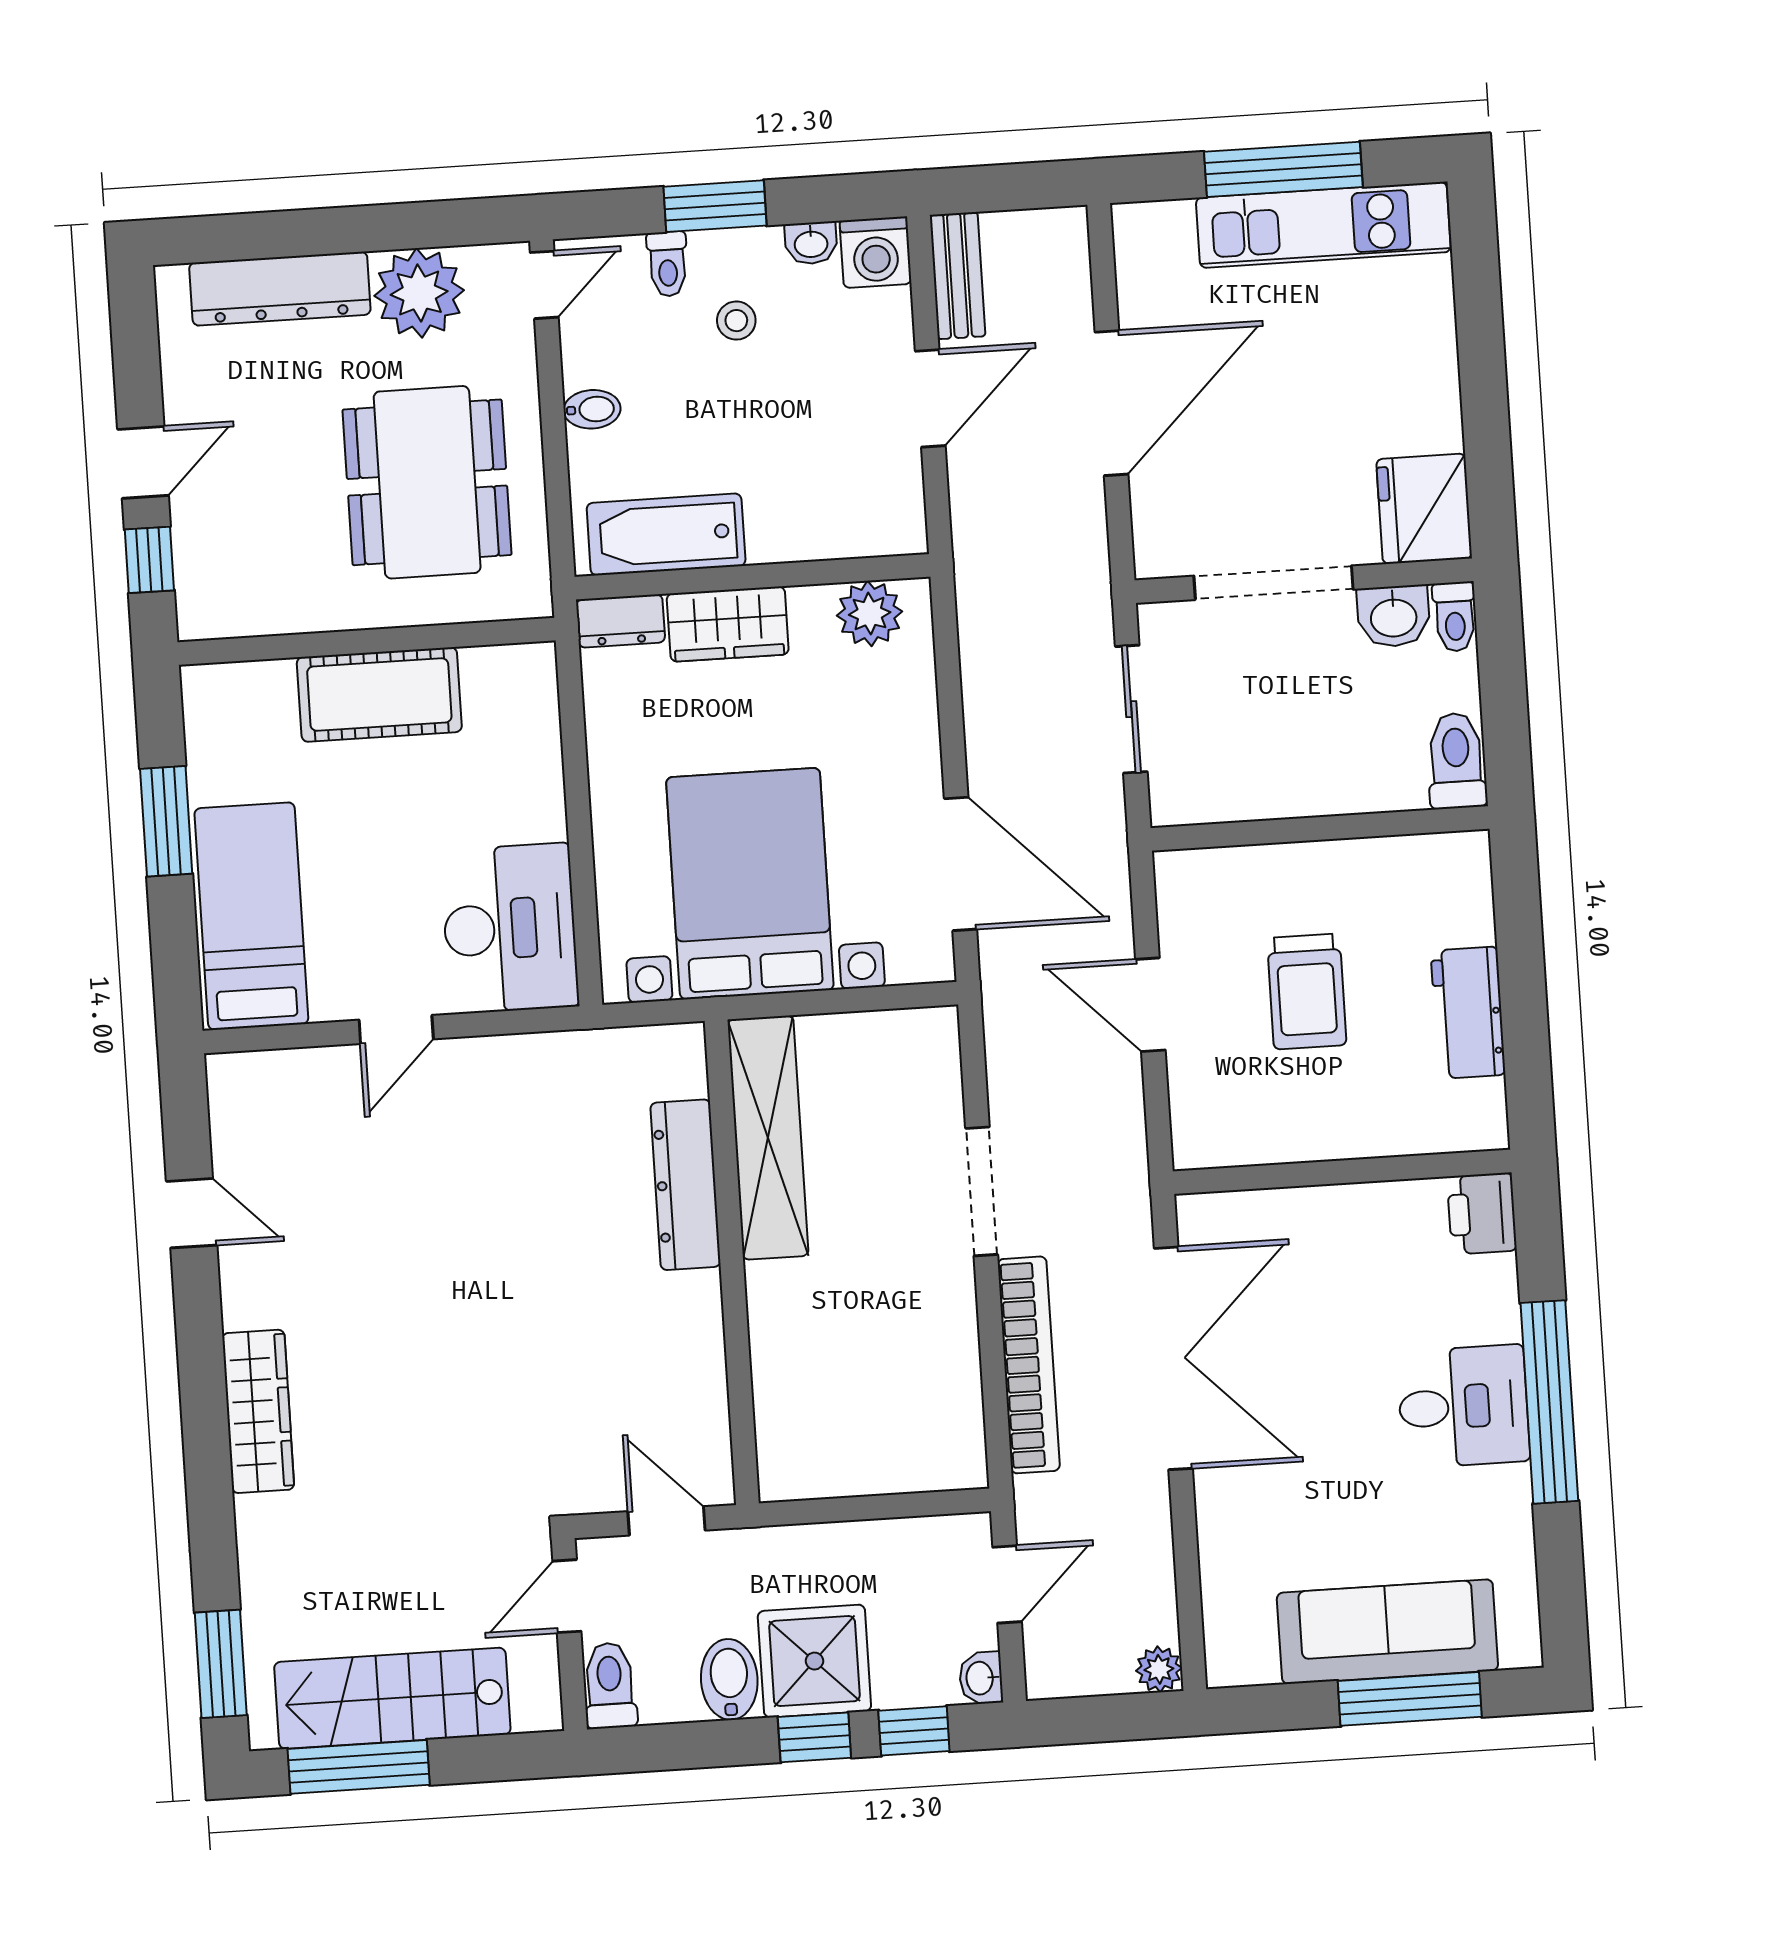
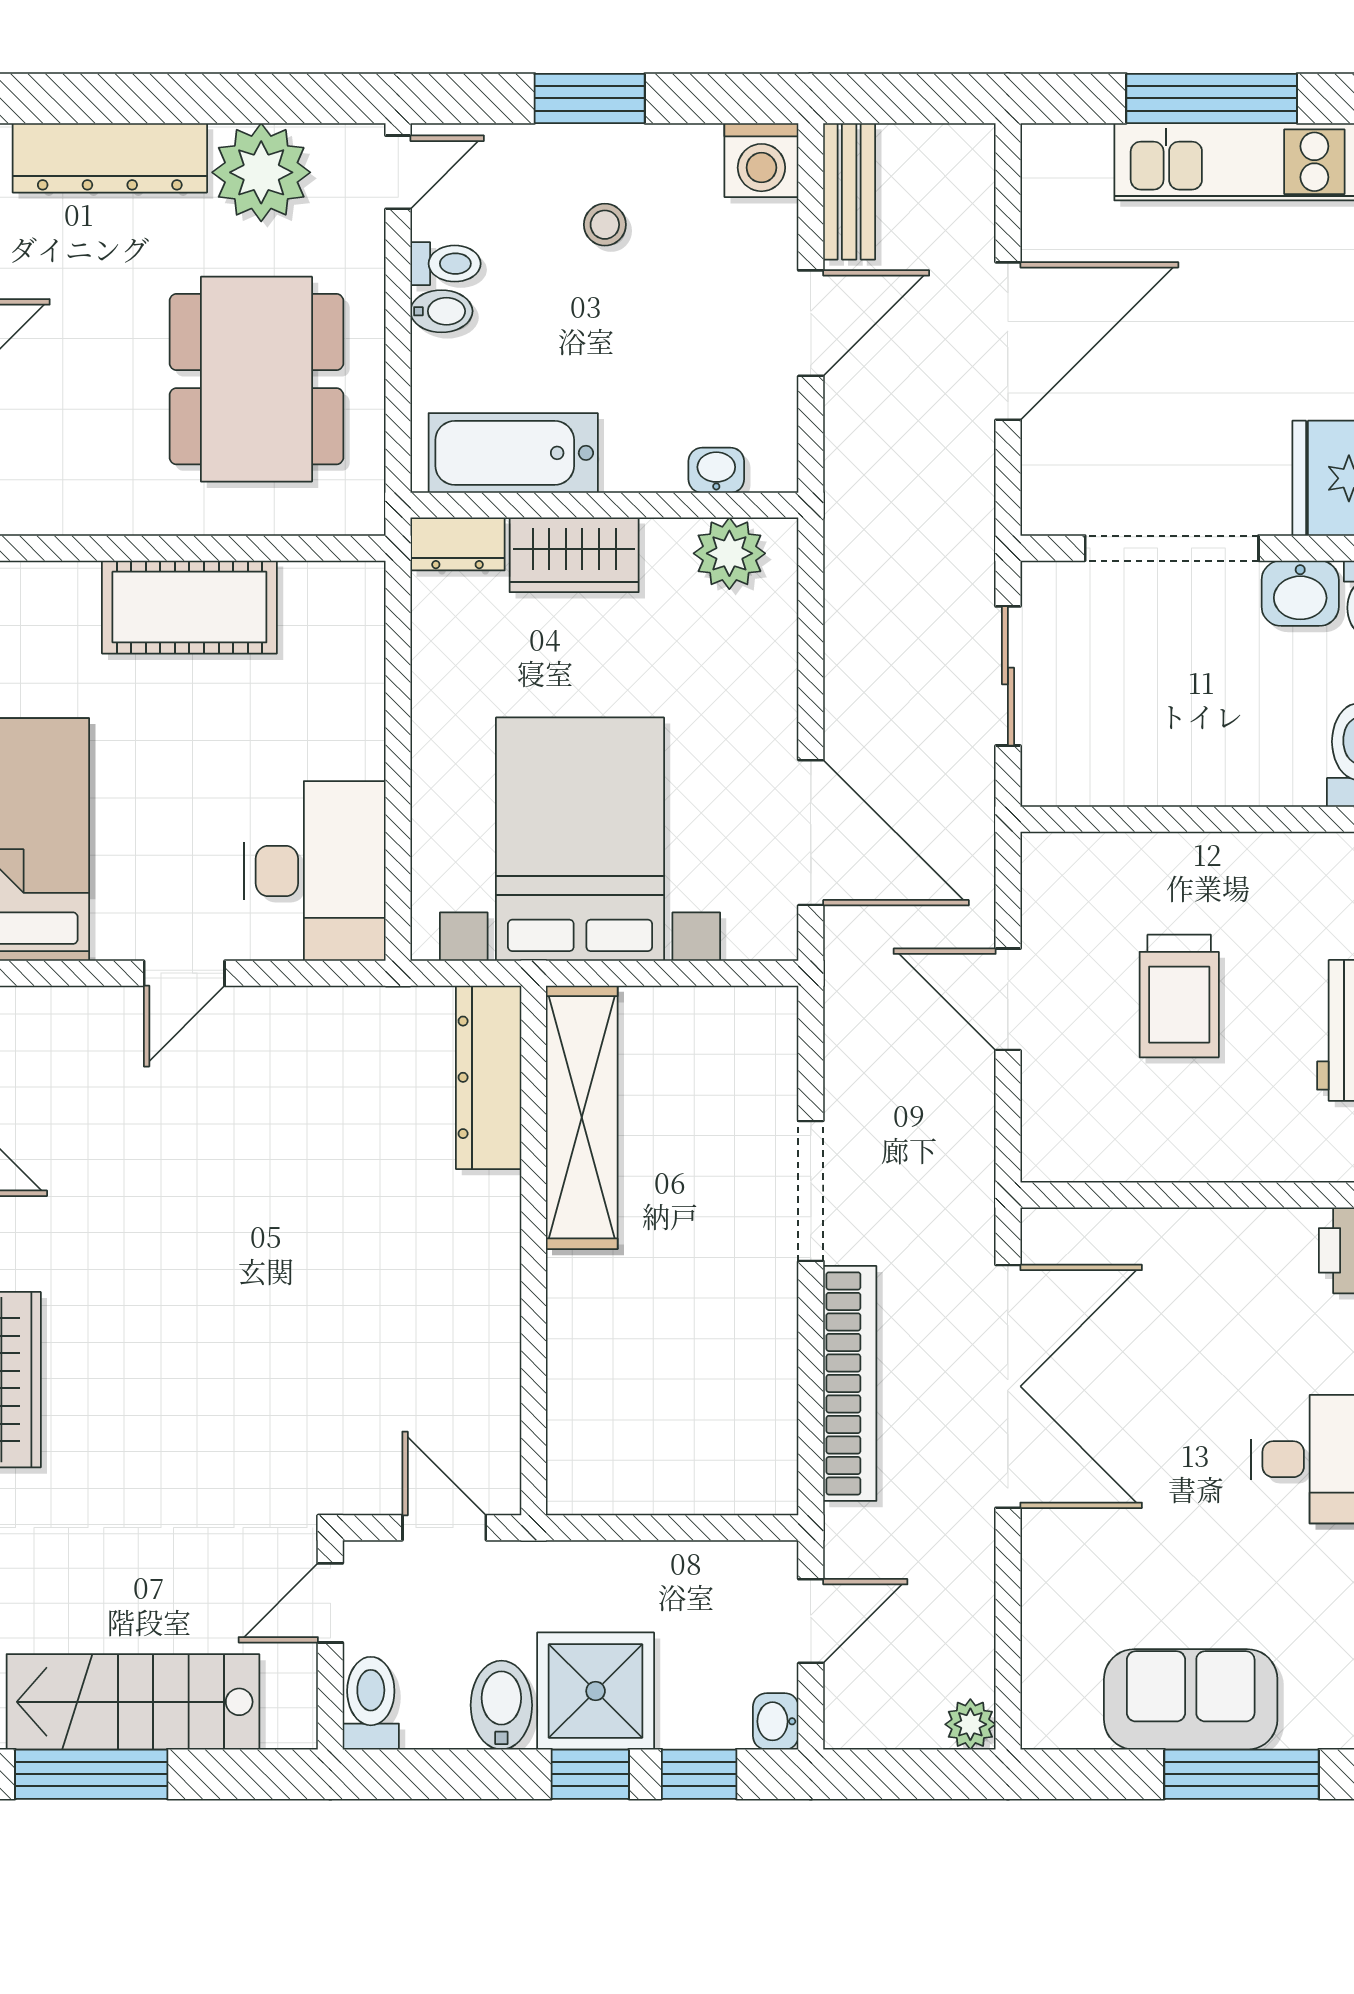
washbasin: (811, 243) -> (716, 470), moved, turned 180
toilet: (668, 264) -> (445, 264), moved, turned -90
dresser: (685, 1185) -> (489, 1077), moved
sofa: (1387, 1632) -> (1191, 1699), width x0.73

